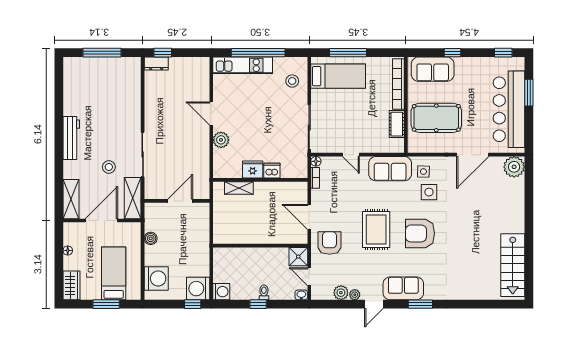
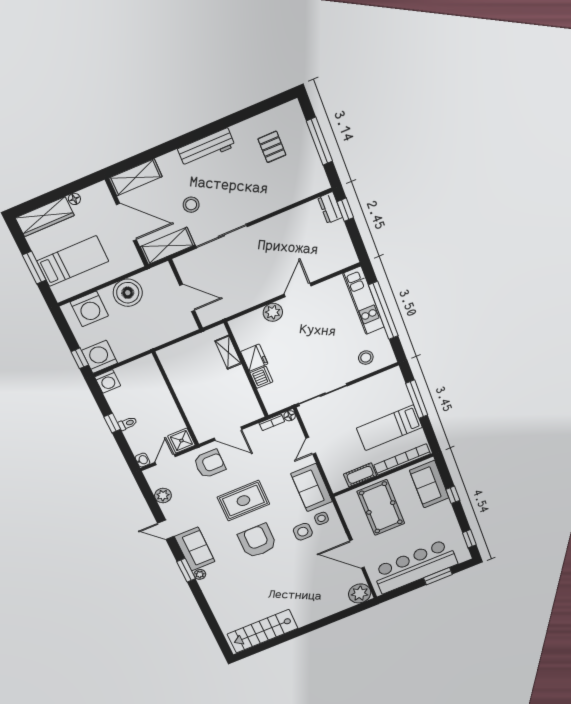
bed: (338, 76) -> (389, 428), moved, turned 90
pallet: (91, 90) -> (272, 147), added
door: (309, 217) -> (228, 434), swing flipped
boiler: (151, 238) -> (128, 293), width x1.86, depth x1.86
wardrobe: (72, 285) -> (45, 217), width x1.50
plant: (355, 295) -> (200, 574), moved

